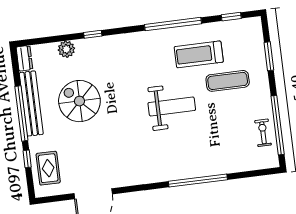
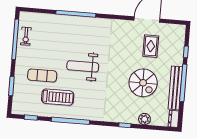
rug: (48, 168) -> (151, 46), moved

